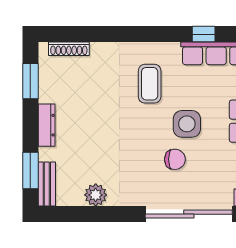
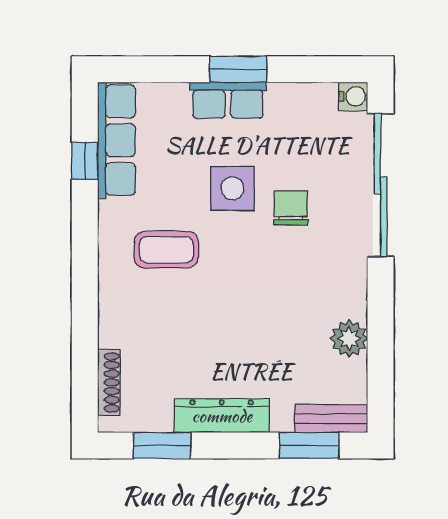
dresser: (47, 125) -> (222, 416), width x1.37, depth x1.24

